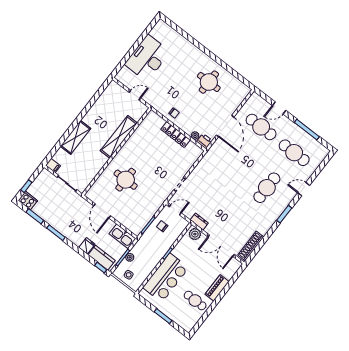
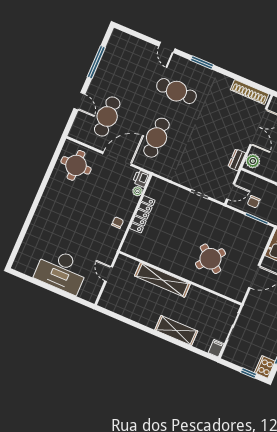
round table: (209, 82) -> (76, 165), moved
cafe table: (294, 153) -> (157, 138), moved
round table: (126, 180) -> (210, 259), turned 38
door: (175, 210) -> (231, 192), swing flipped

